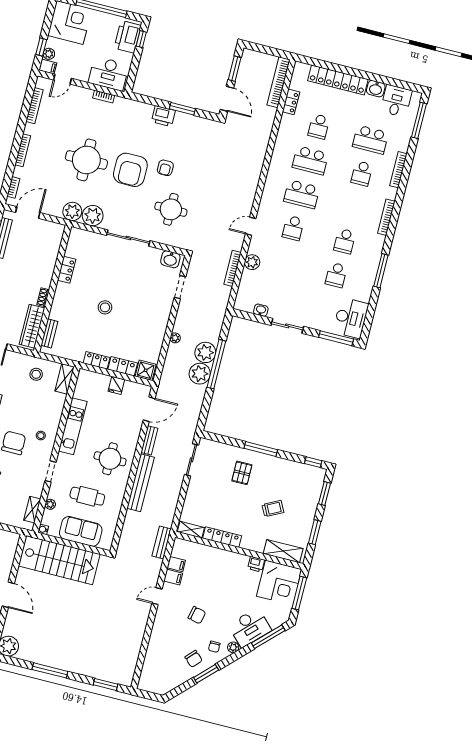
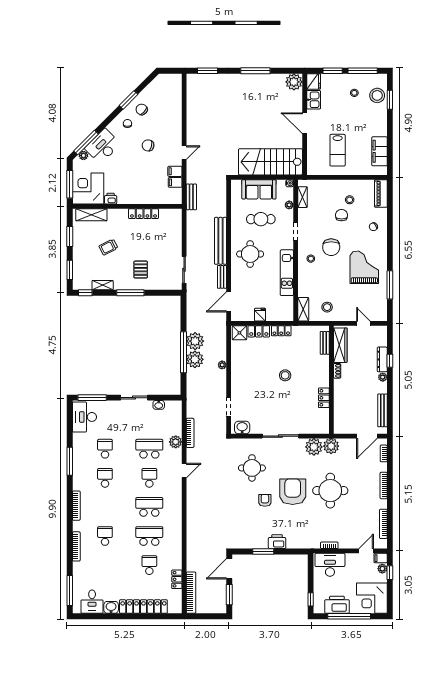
printer: (128, 37) -> (337, 605), moved, turned -90
door: (227, 99) -> (229, 569), hinge flipped
school desk: (370, 140) -> (149, 449), moved
shelving: (191, 530) -> (103, 285), moved
plant: (233, 647) -> (83, 155), moved

